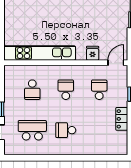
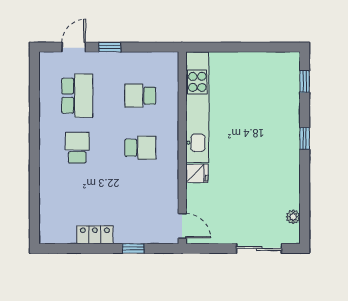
fridge: (93, 53) -> (197, 173), moved
school desk: (99, 90) -> (140, 200), removed

